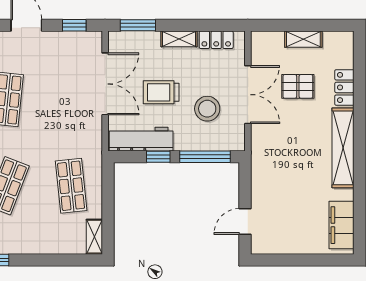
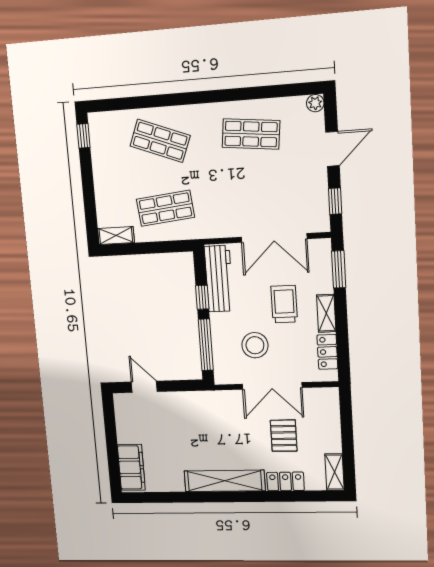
shelving: (303, 39) -> (335, 472), moved
trolley: (161, 92) -> (284, 304), moved
filing cabinet: (342, 225) -> (131, 467), moved, turned 90

